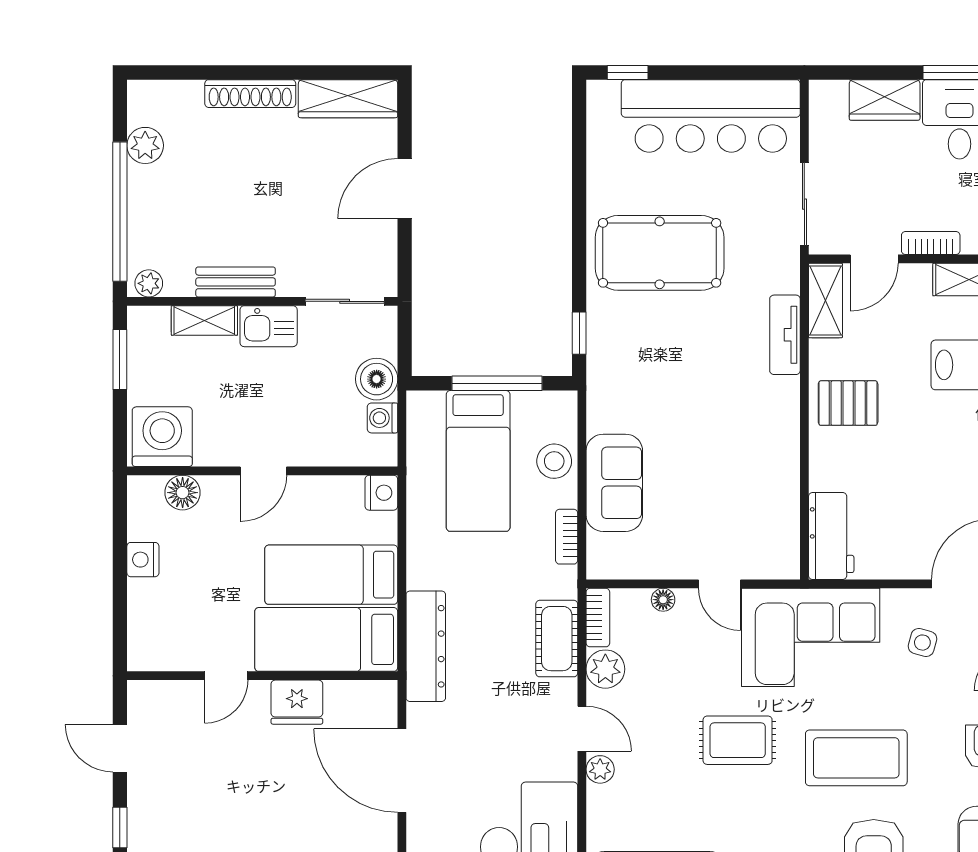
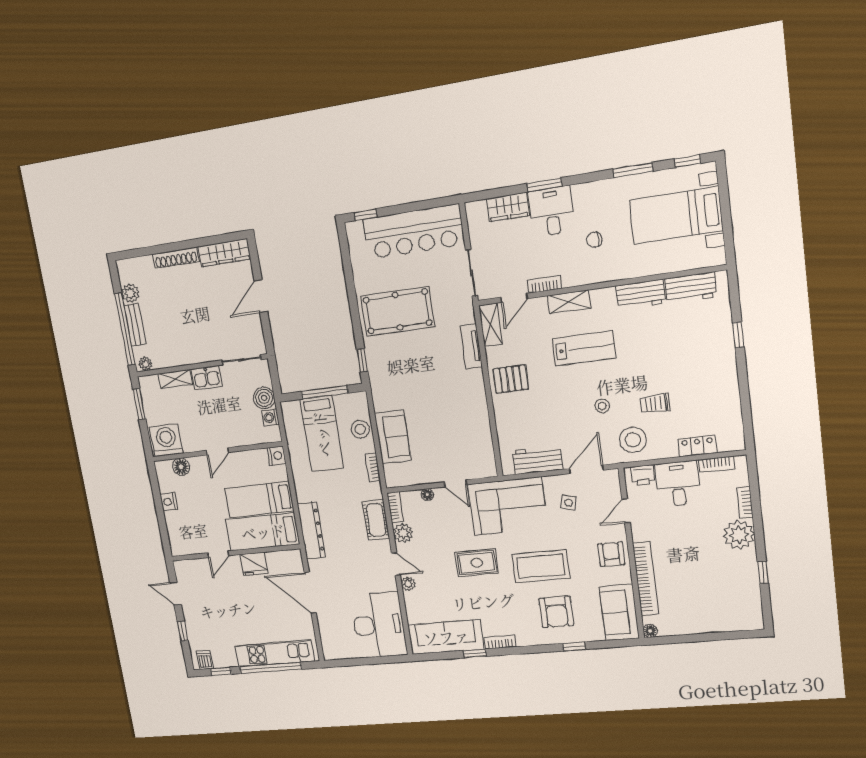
bench: (236, 282) -> (135, 325), moved, turned 90
workbench: (831, 536) -> (537, 460), moved, turned -90

